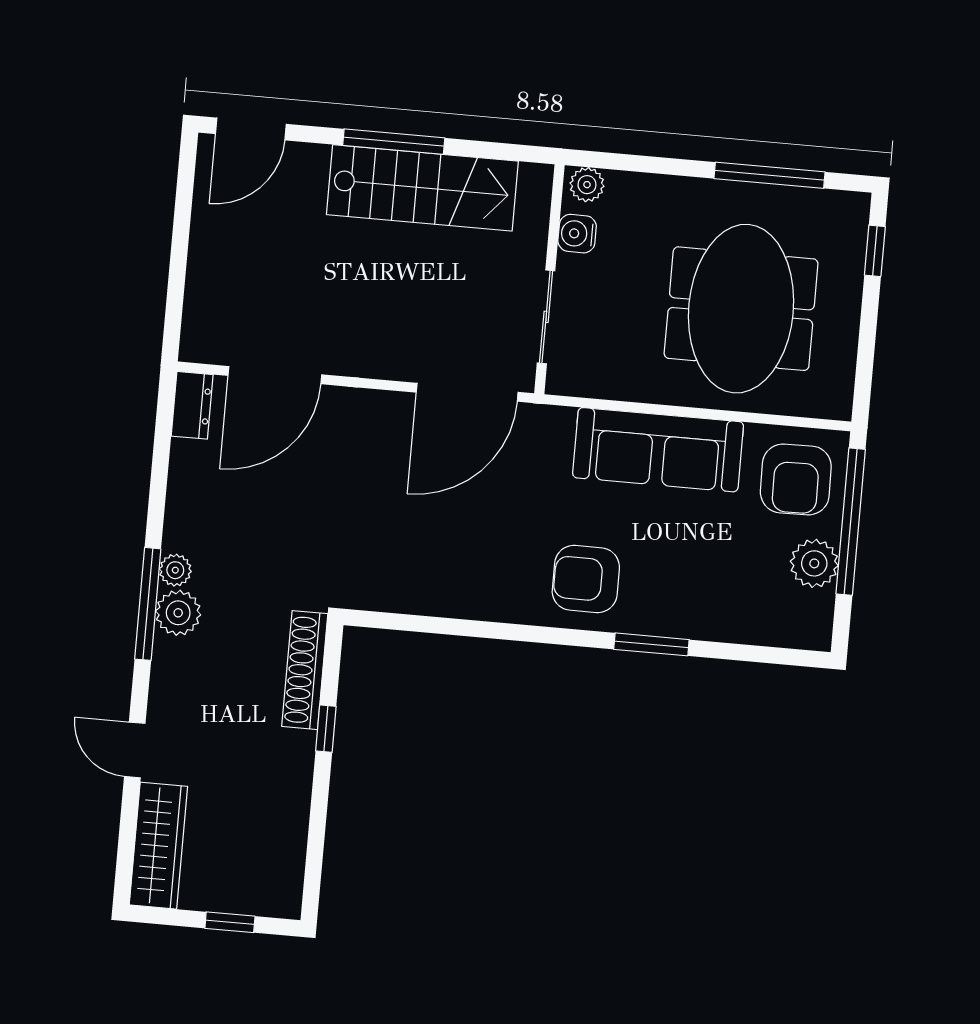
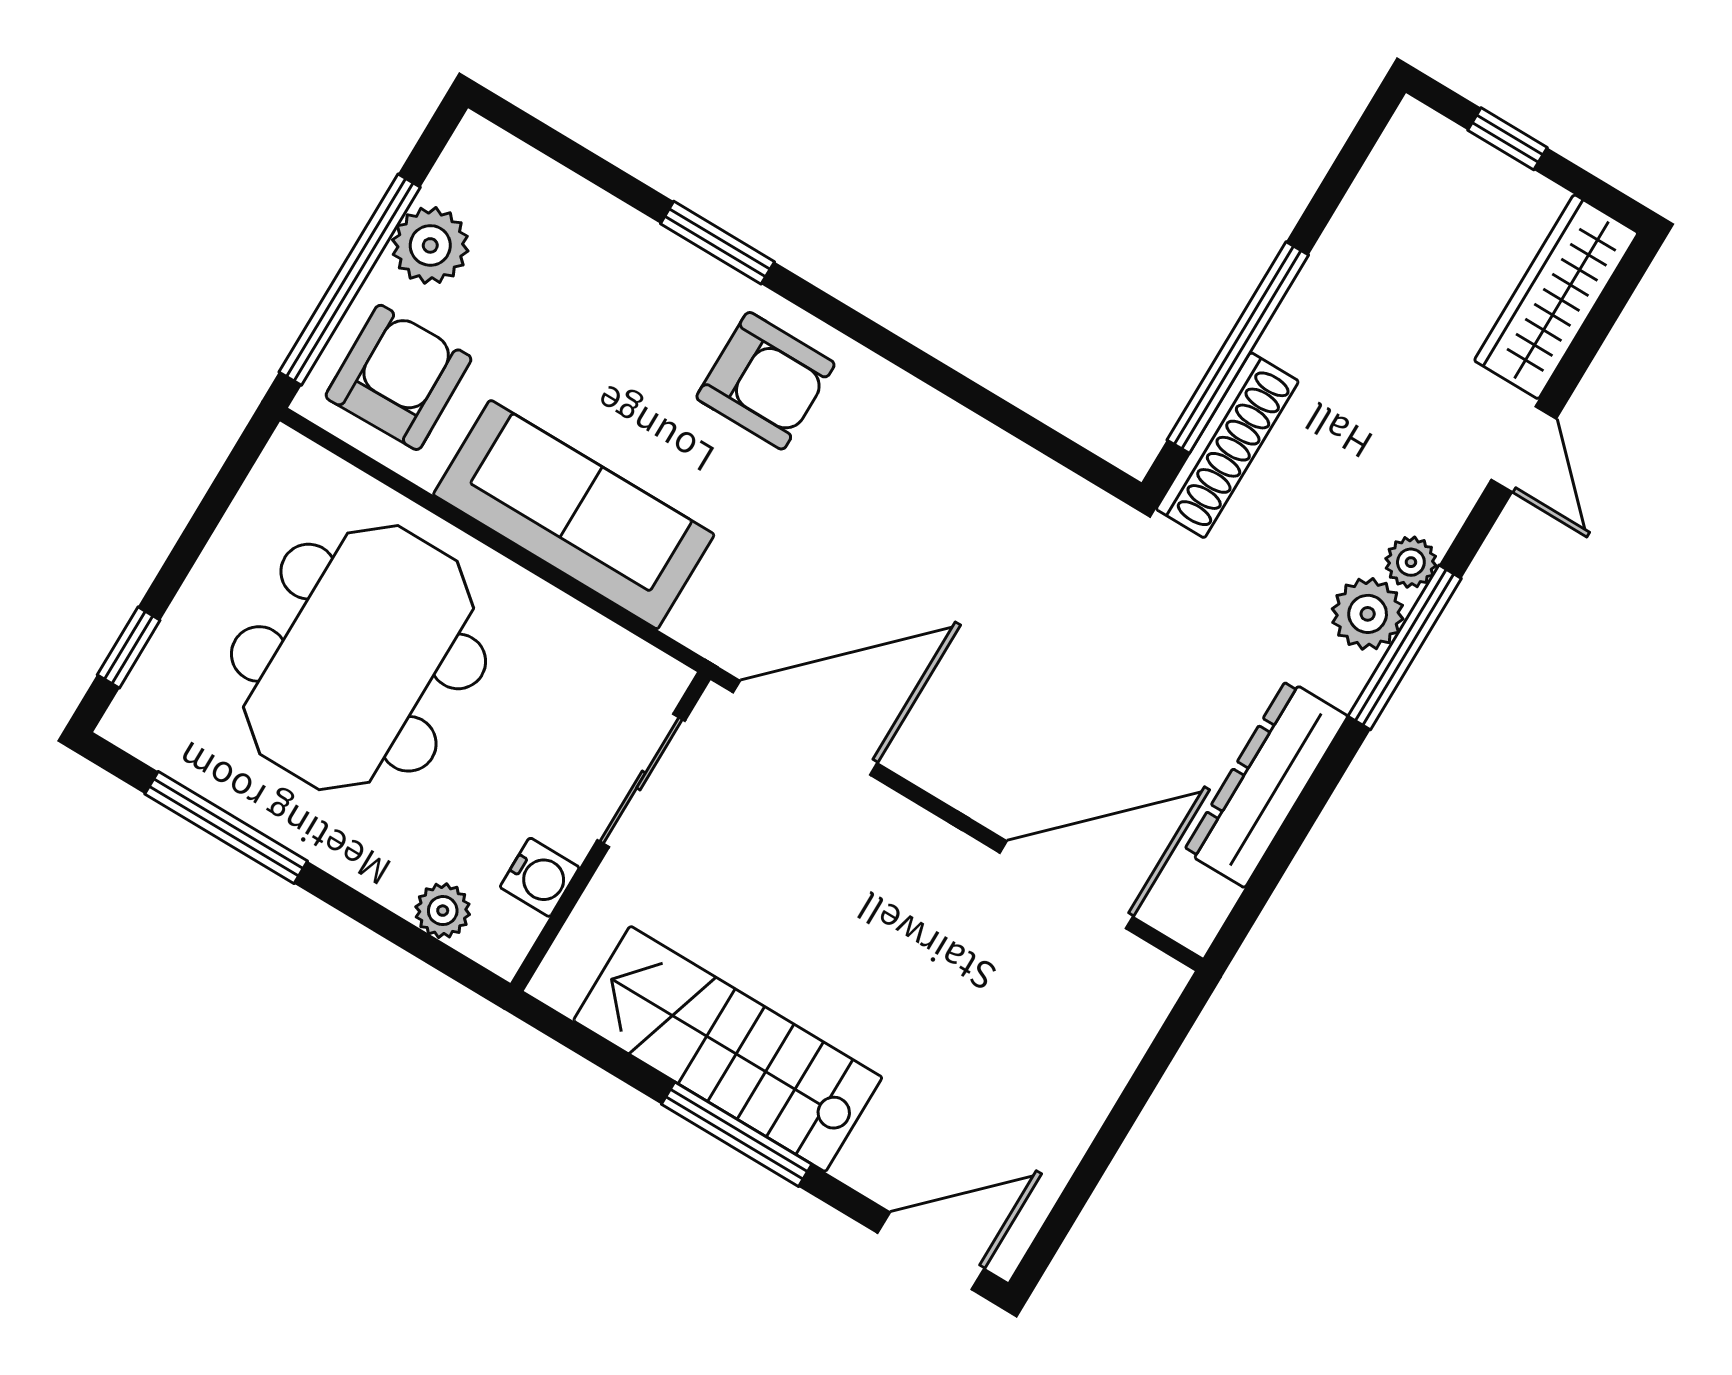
plant: (587, 185) -> (443, 911), moved
dresser: (192, 405) -> (1266, 784), moved, width x1.96, depth x1.24
plant: (175, 570) -> (1411, 562), moved
window: (326, 729) -> (1238, 347), width x3.17

